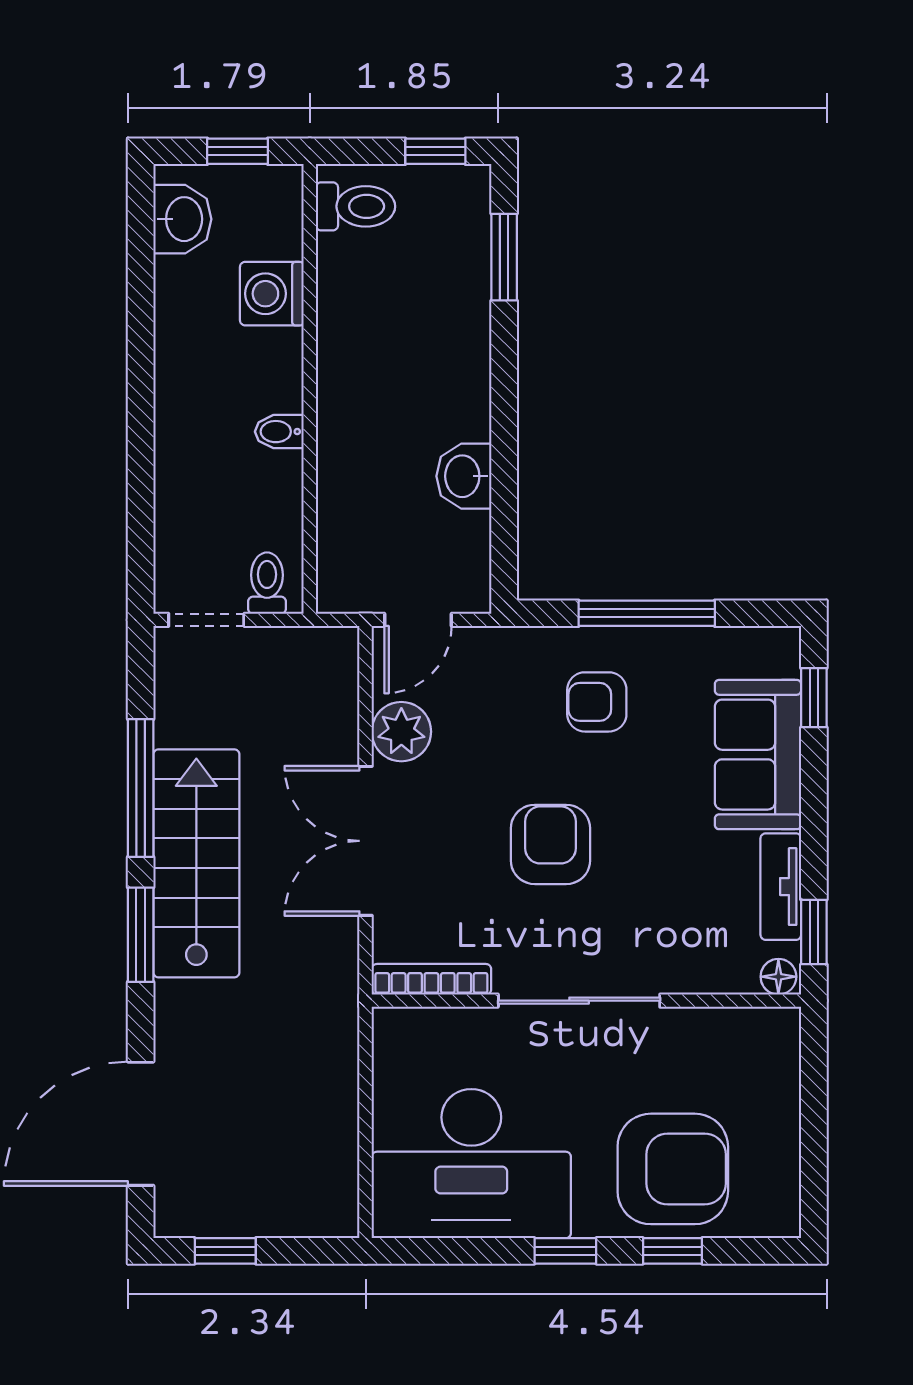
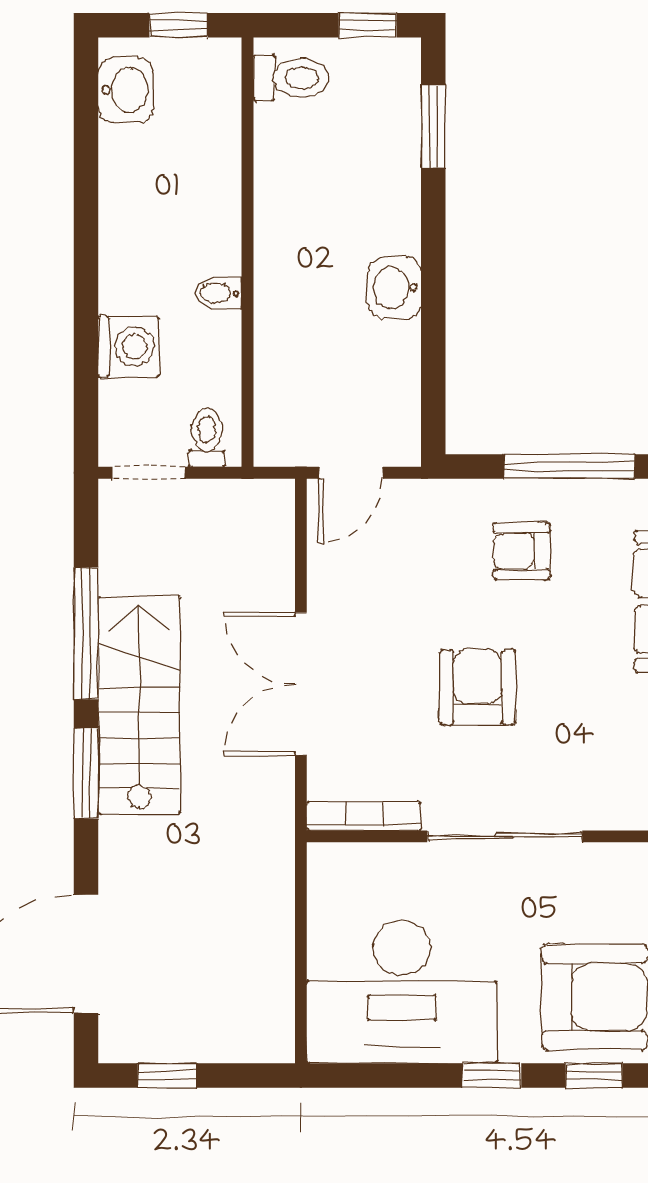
washing machine: (272, 294) -> (129, 347), moved, turned 180
washbasin: (464, 476) -> (395, 288), moved
plant: (401, 732) -> (335, 579), removed

